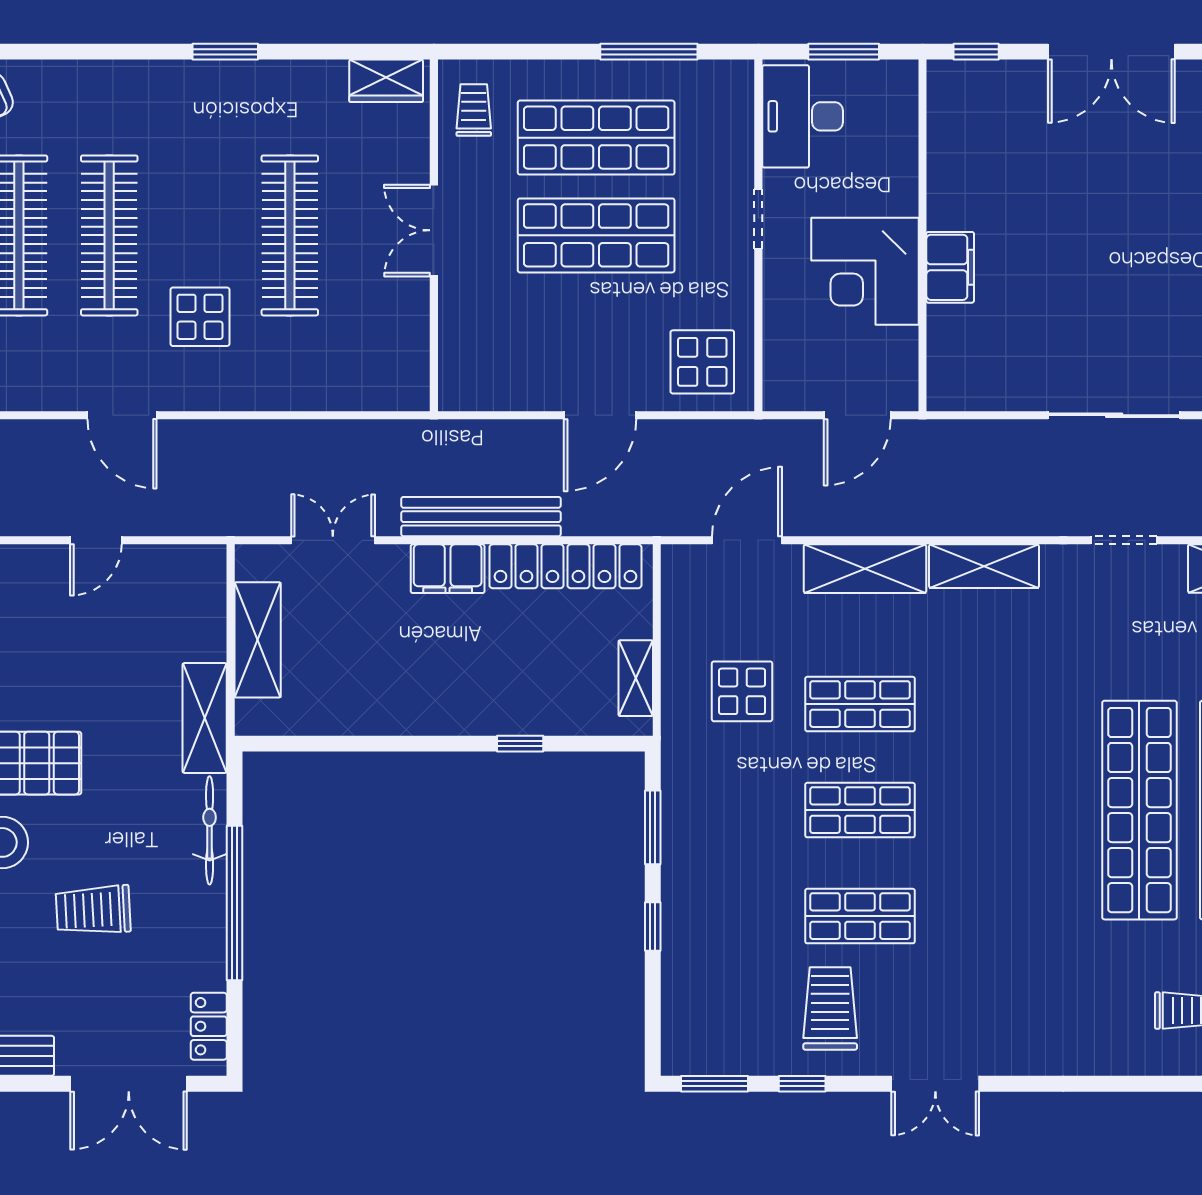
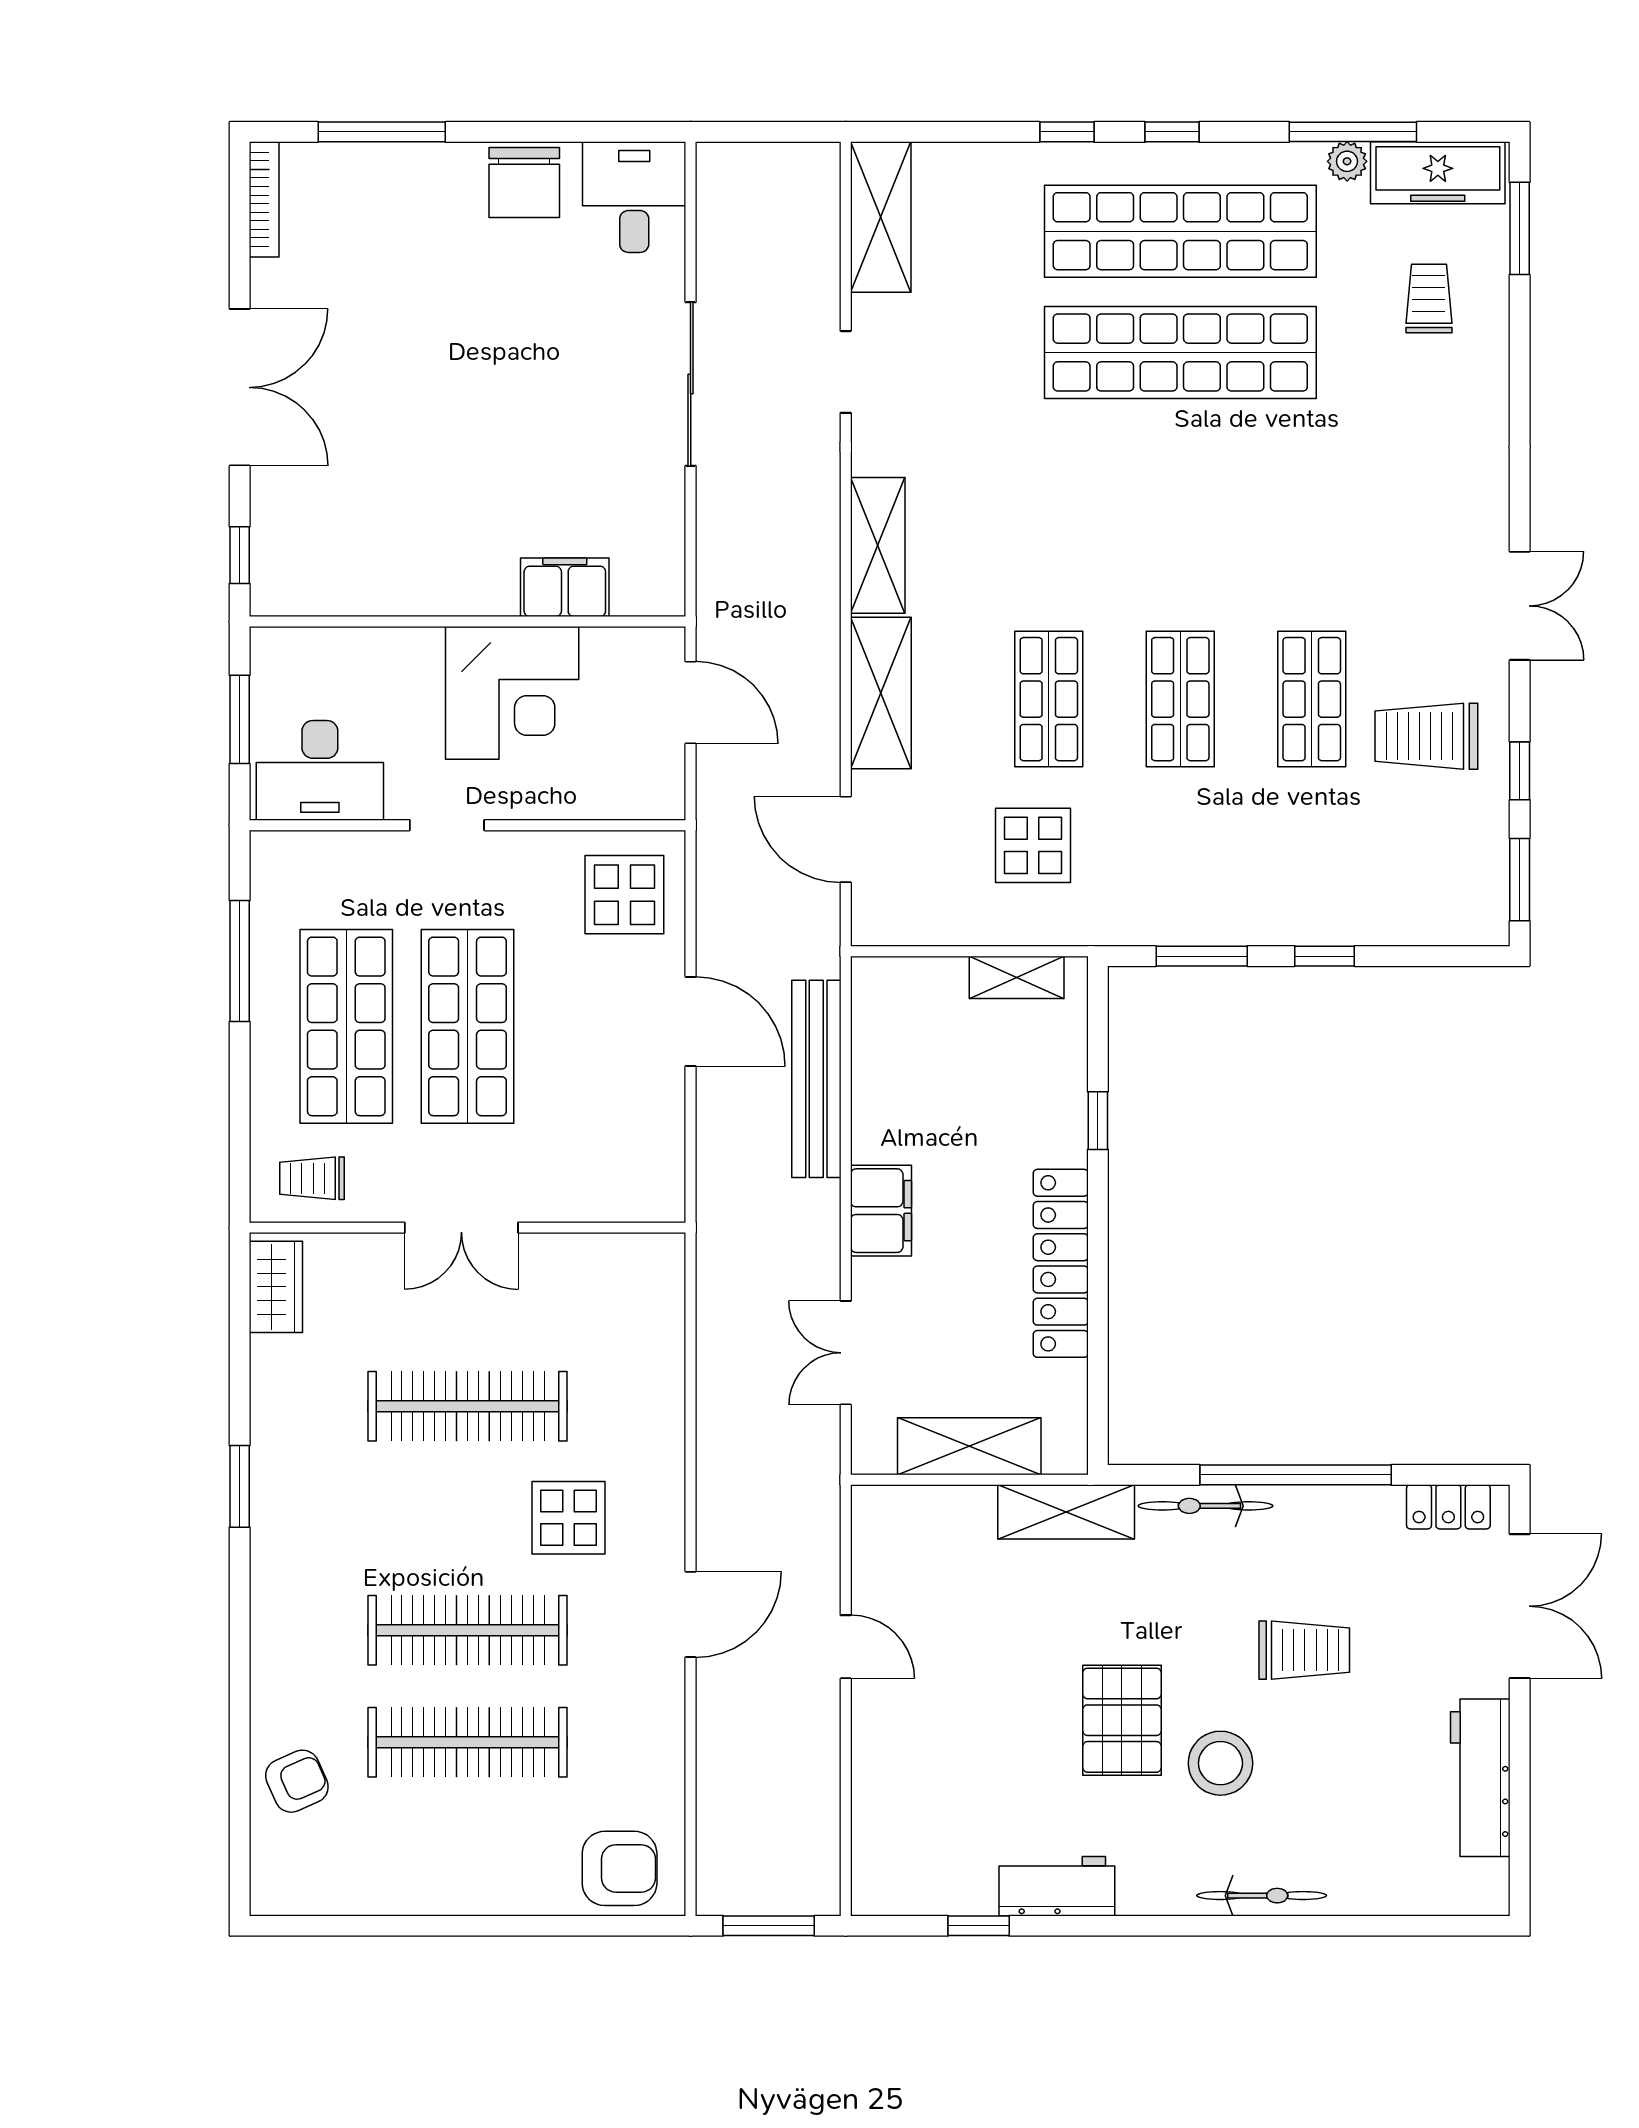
filing cabinet: (950, 267) -> (565, 587), moved
bench: (481, 517) -> (816, 1079), moved
locker: (565, 566) -> (1061, 1263), moved, turned 180
trolley: (93, 910) -> (1304, 1650), turned -87

